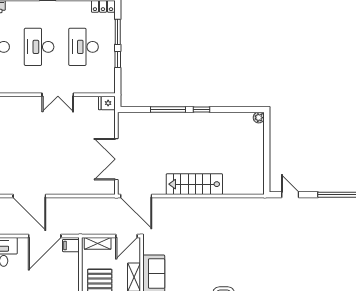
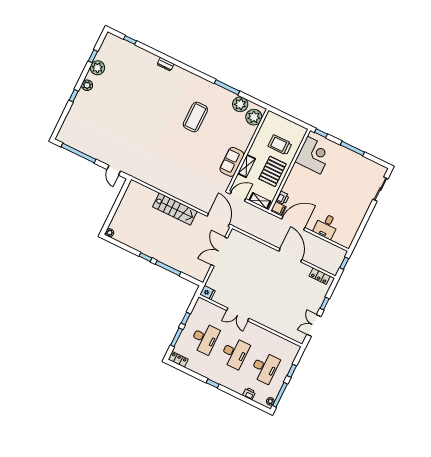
double door: (58, 95) -> (238, 314), swing flipped
double door: (116, 159) -> (219, 252), swing flipped
printer: (72, 260) -> (283, 198), added

